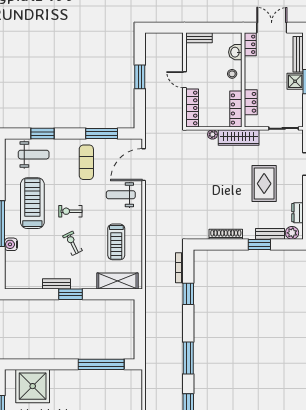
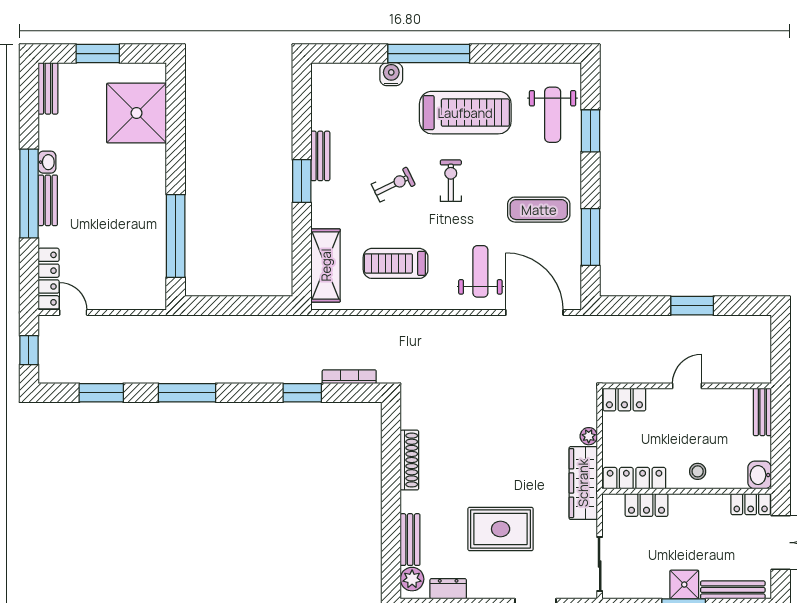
washbasin: (235, 52) -> (760, 475), moved, turned -90
locker: (192, 108) -> (624, 400), width x0.66
window: (259, 244) -> (391, 521), removed

